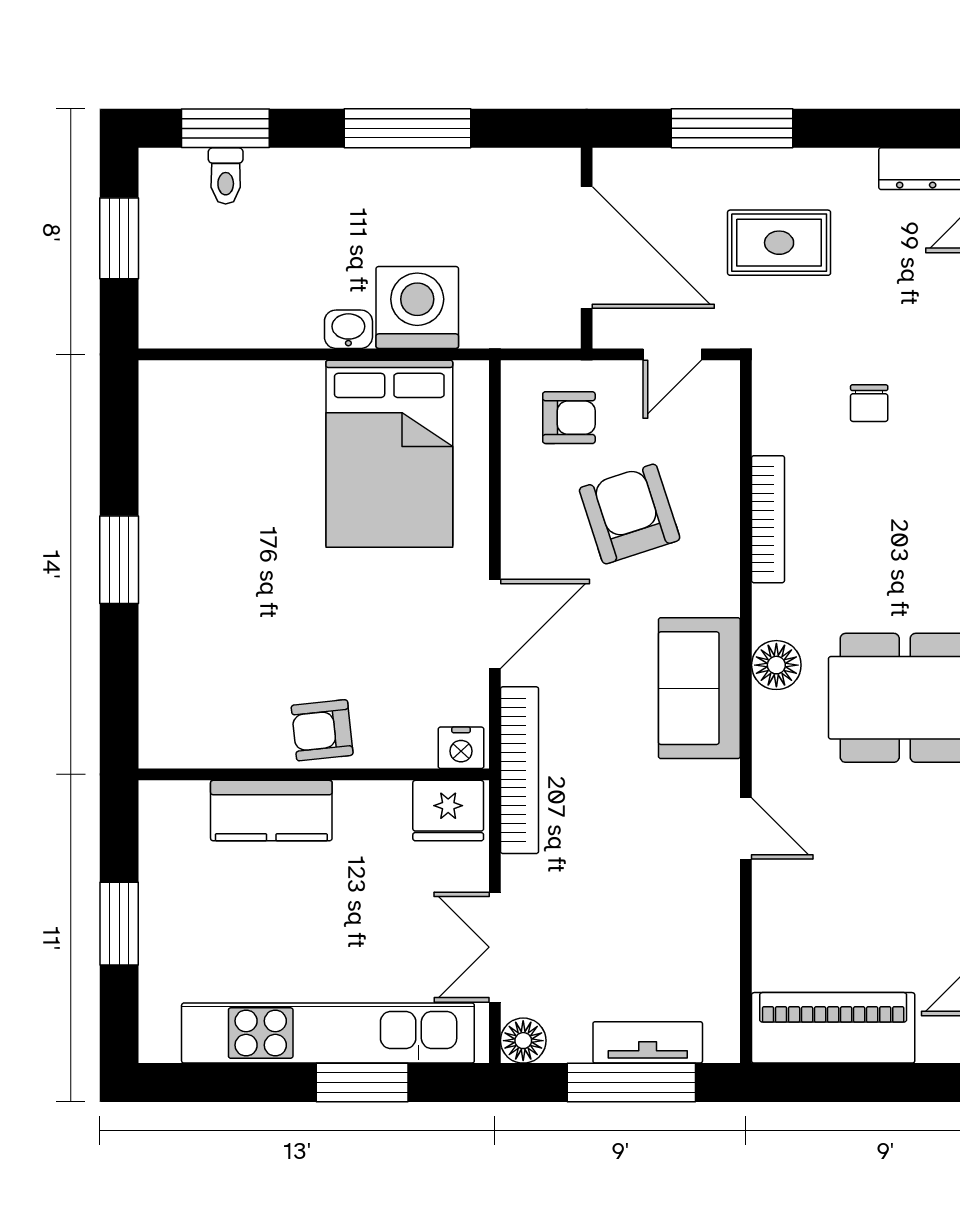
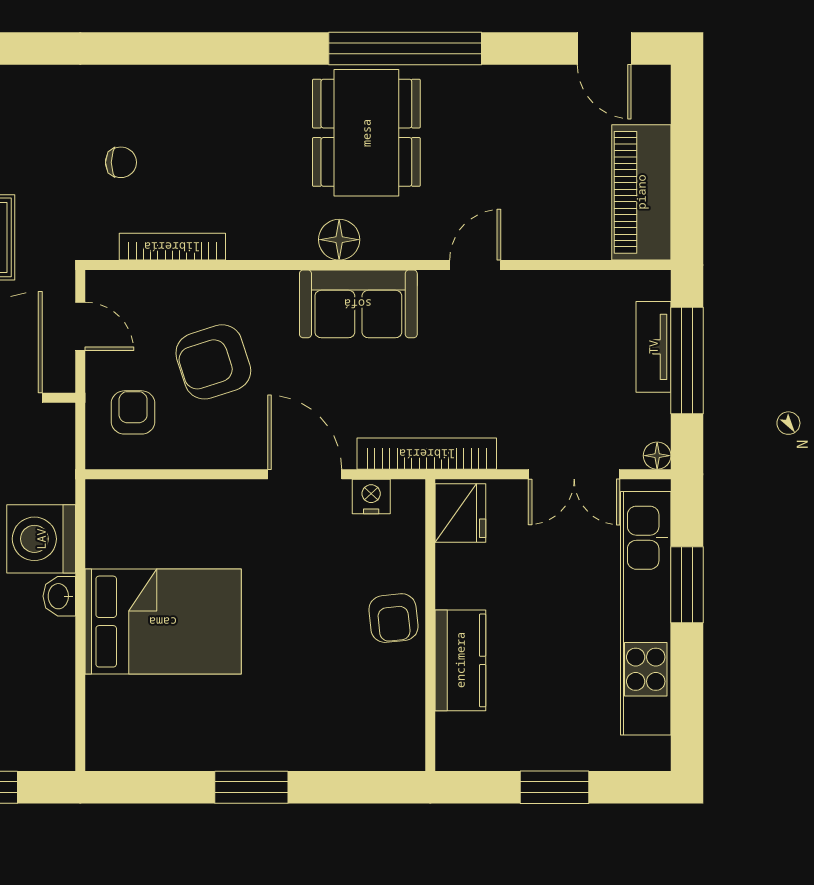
bed: (389, 454) -> (163, 622), moved
bookcase: (768, 519) -> (172, 247), moved
nightstand: (461, 748) -> (371, 496), moved, turned -90
floor lamp: (523, 1041) -> (657, 456), width x0.73, depth x0.73

